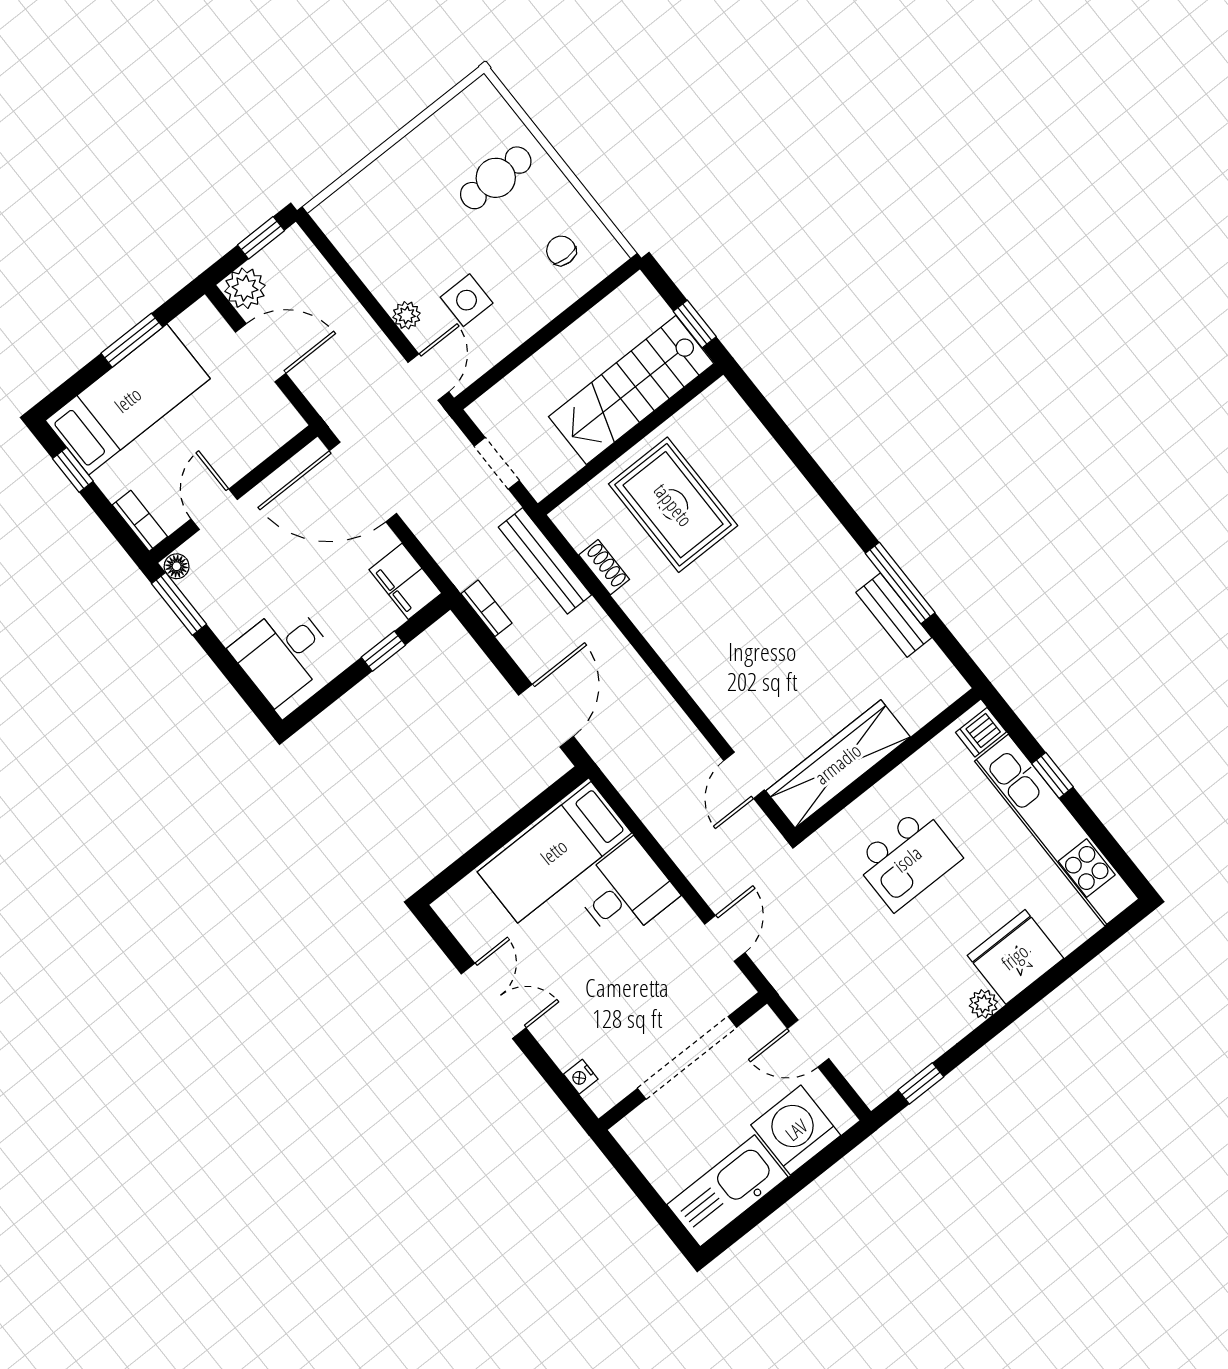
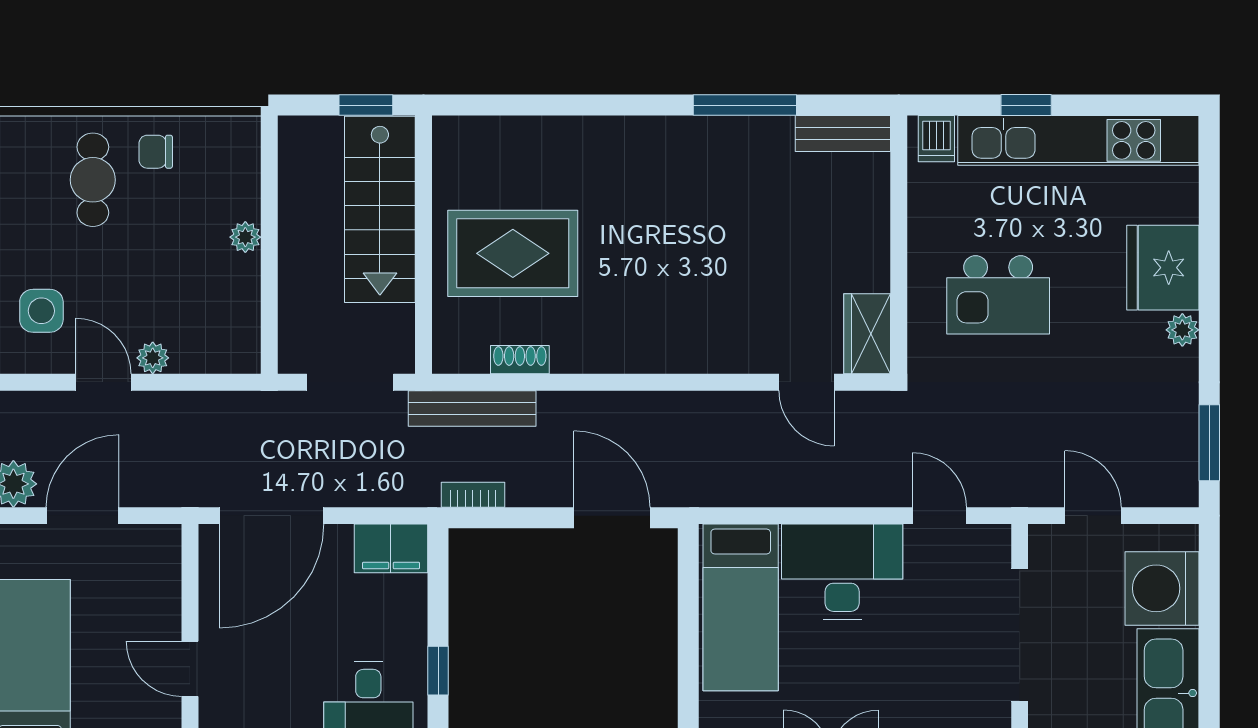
chair: (561, 251) -> (156, 152), moved
side table: (467, 300) -> (41, 311), moved
plant: (539, 313) -> (245, 237), added
door: (428, 377) -> (103, 382), moved
doorway: (497, 463) -> (350, 382), width x1.38
bench: (894, 615) -> (843, 134), moved
window: (383, 651) -> (438, 671), moved
wardrobe: (838, 764) -> (867, 334), width x0.48, depth x0.85
kitchen island: (908, 859) -> (998, 295), turned 90
desk: (625, 891) -> (842, 572), width x1.37
door: (808, 1044) -> (1093, 516), swing flipped
window: (921, 1083) -> (1209, 443), width x1.50

